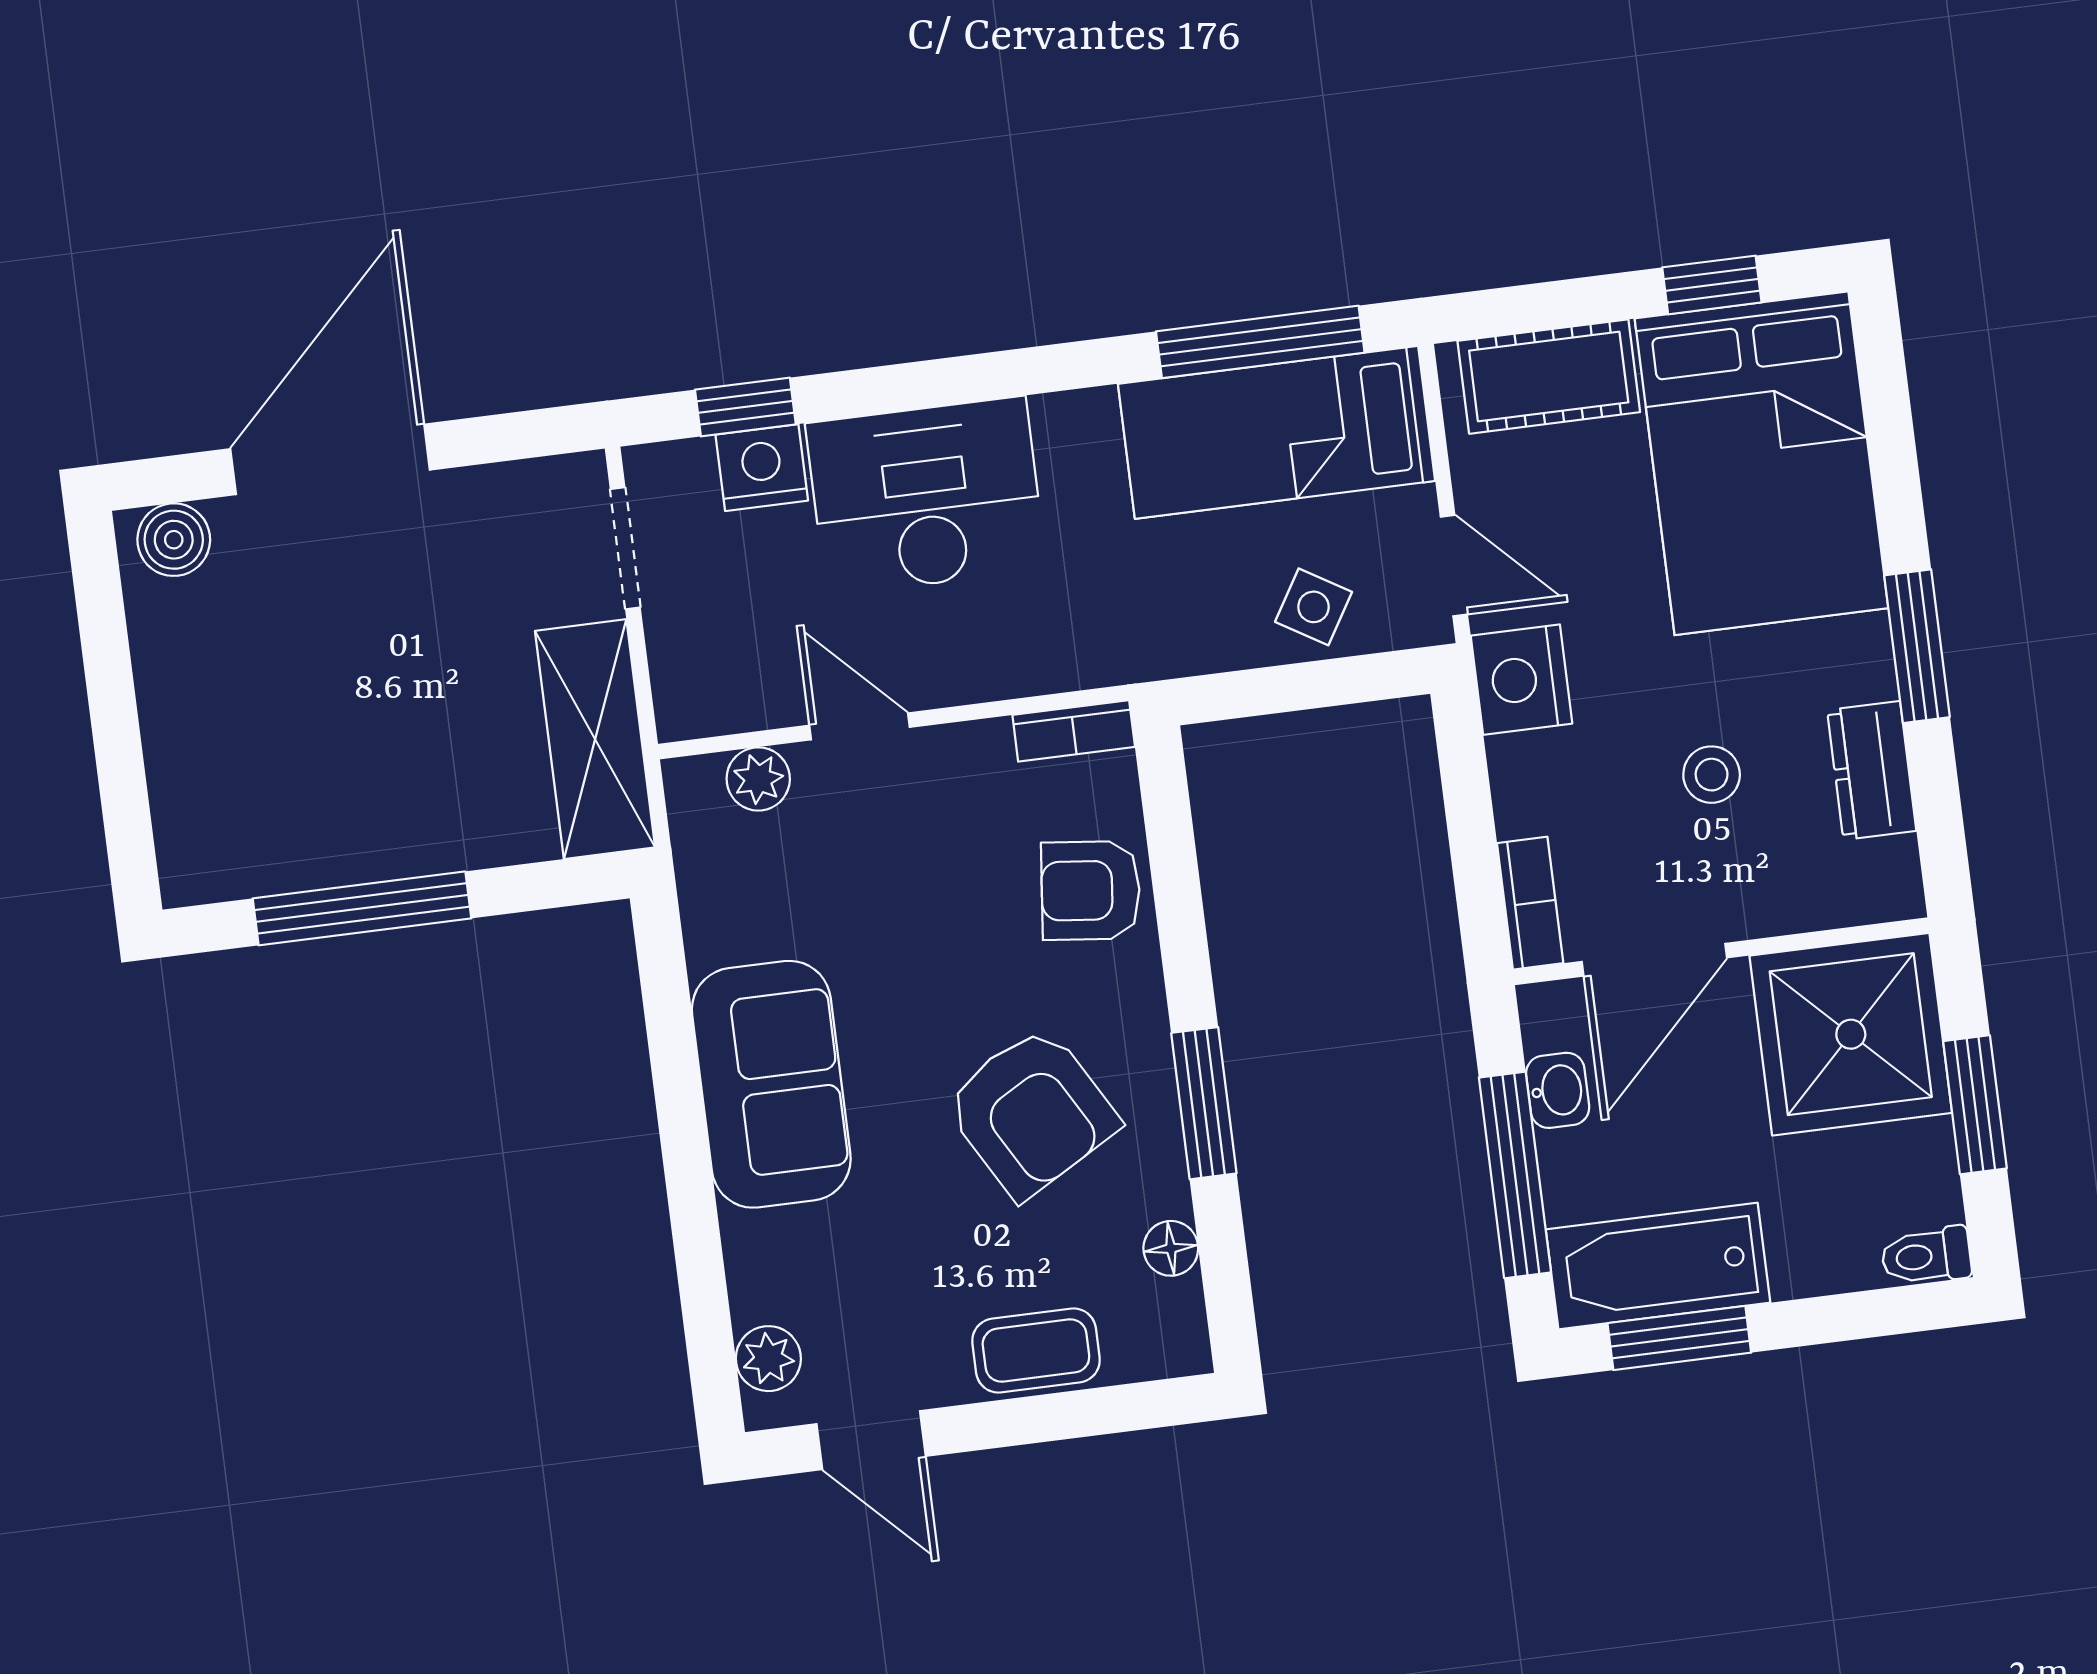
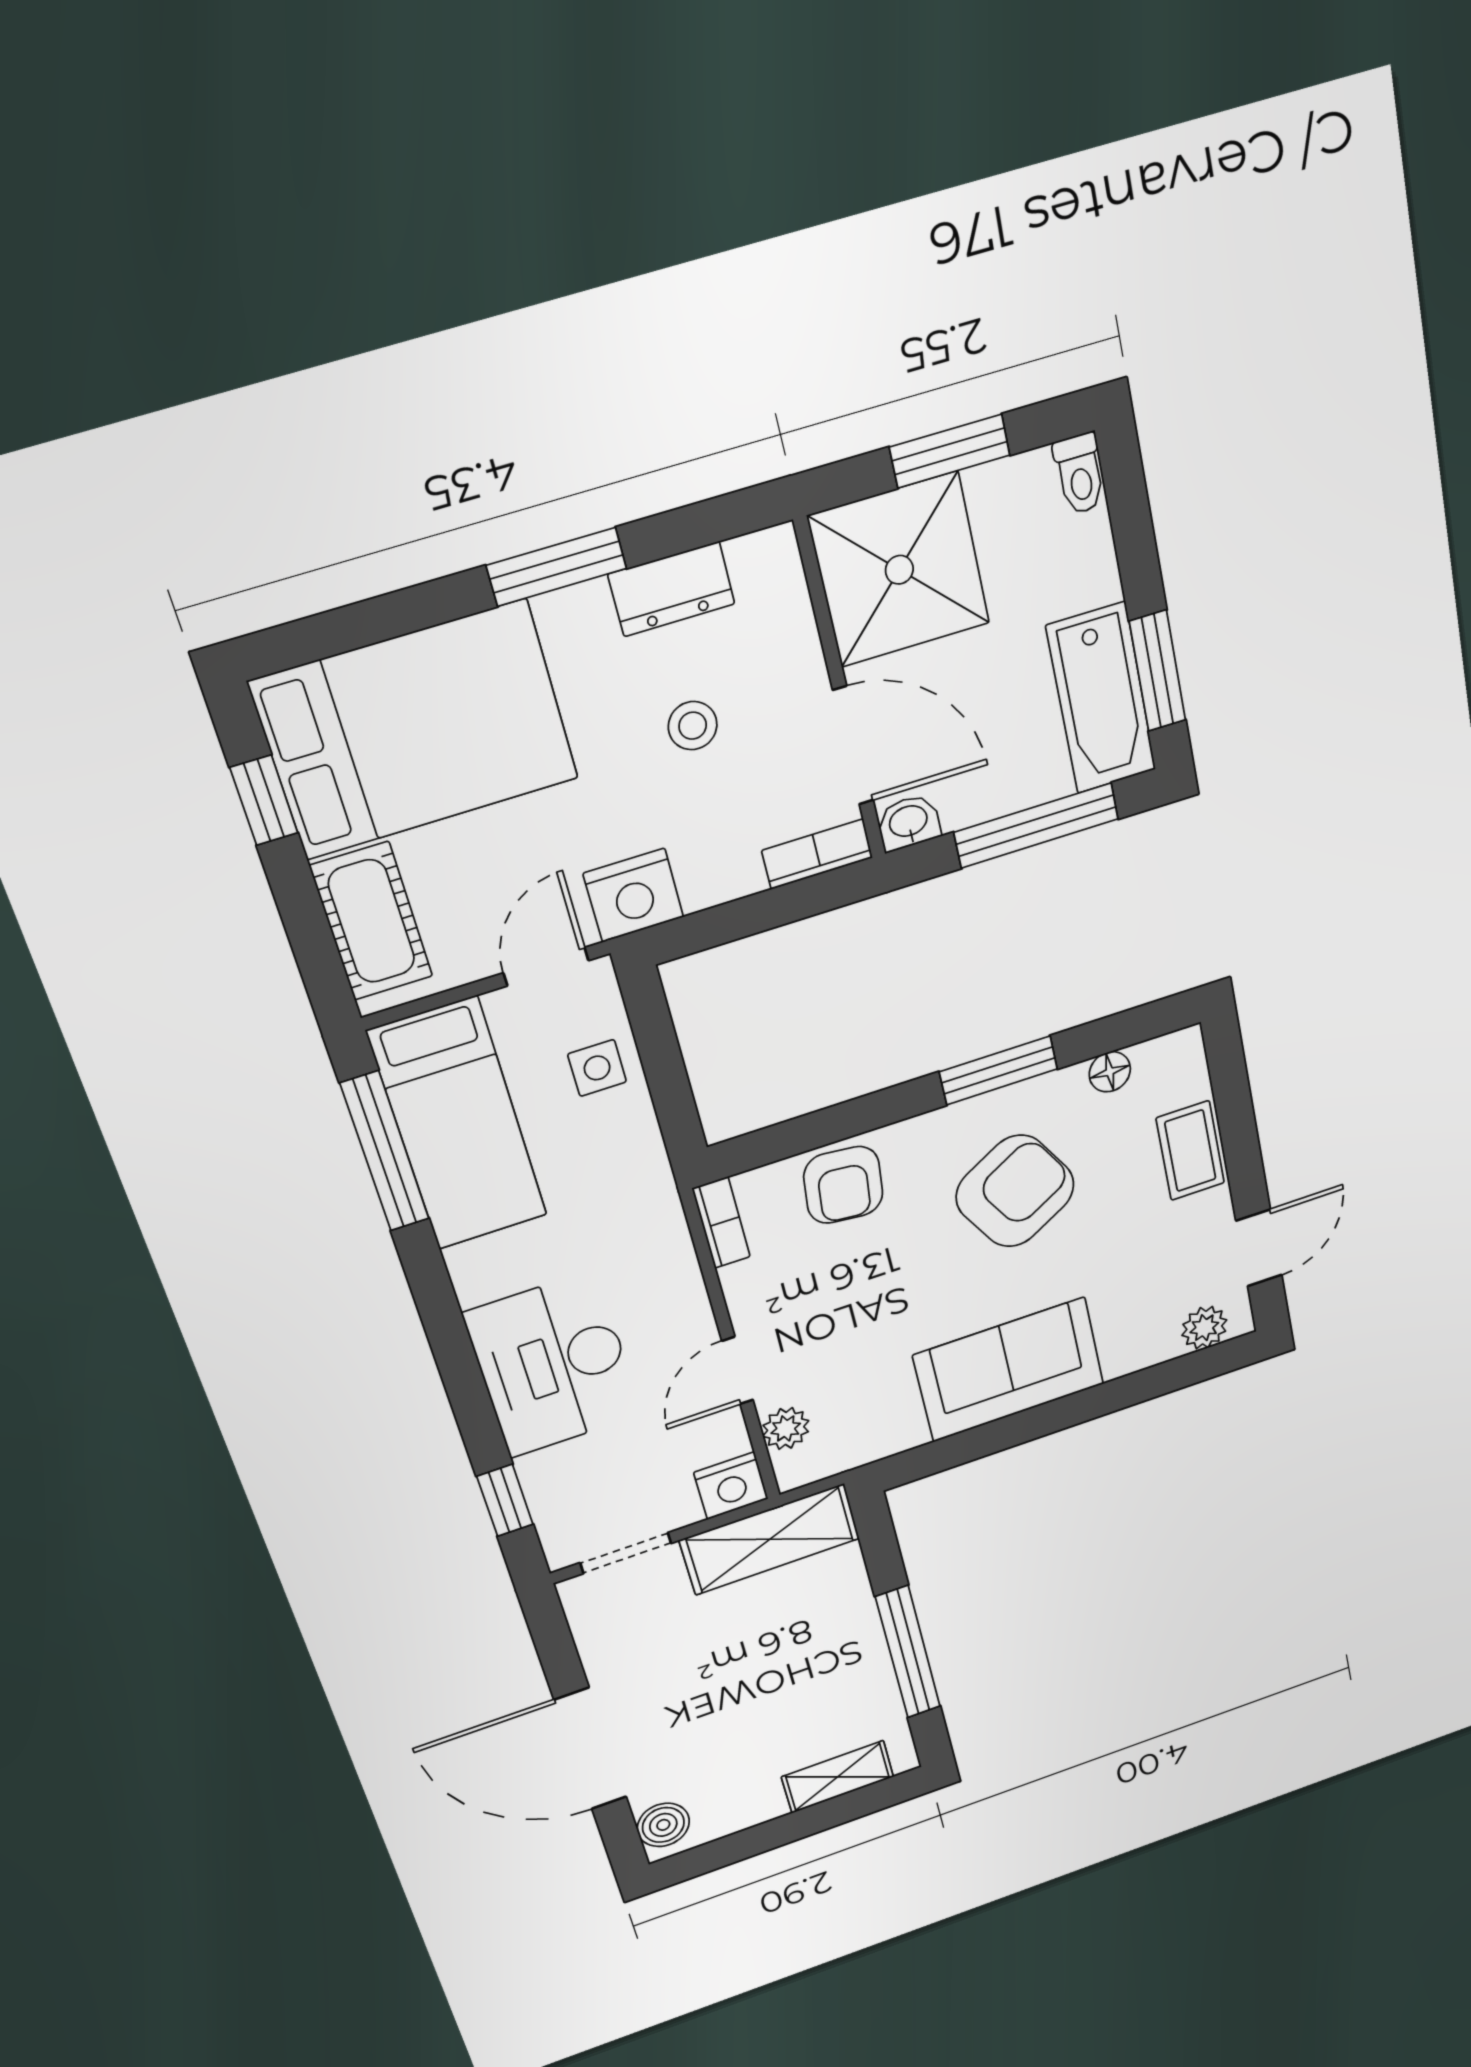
nightstand: (762, 468) -> (731, 1486), moved, turned -90
side table: (1314, 607) -> (597, 1068), turned -31
shelving: (181, 790) -> (838, 1777), added
washbasin: (1558, 1090) -> (909, 822), moved

